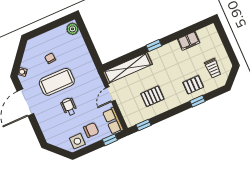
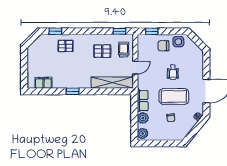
filing cabinet: (189, 41) -> (44, 83), moved
plant: (79, 45) -> (143, 118), added
window: (154, 46) -> (73, 91), moved
trolley: (213, 68) -> (124, 50), moved
window: (198, 101) -> (55, 31), moved
row of seats: (113, 121) -> (143, 101), moved

